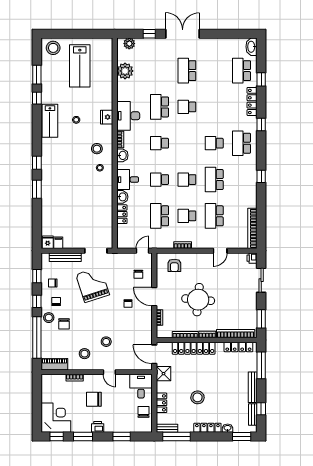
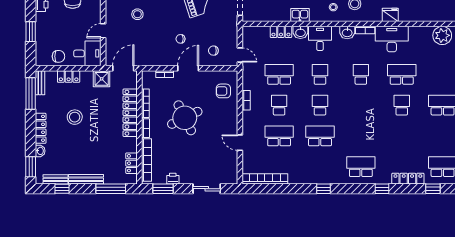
school desk: (214, 143) -> (361, 136), removed
kitchen sink: (107, 197) -> (300, 15), added
printer: (252, 258) -> (173, 179), moved
round table: (198, 300) -> (185, 118), turned -31
locker: (238, 347) -> (131, 163), width x0.66
door: (109, 372) -> (103, 31), moved

